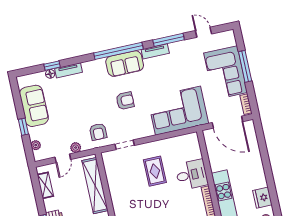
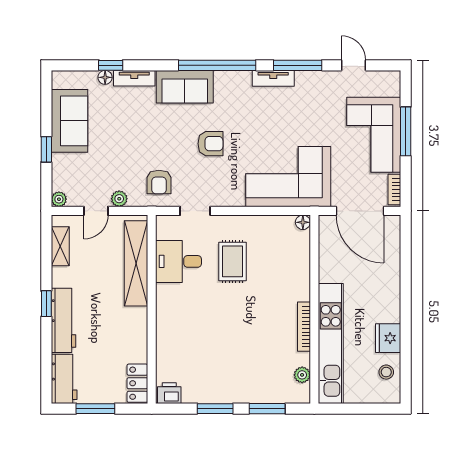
sofa: (125, 64) -> (185, 87), moved
floor lamp: (193, 137) -> (303, 222), added
plant: (36, 145) -> (59, 199), moved
desk: (192, 175) -> (178, 261), moved, turned 180

